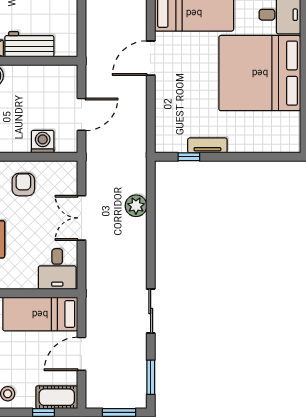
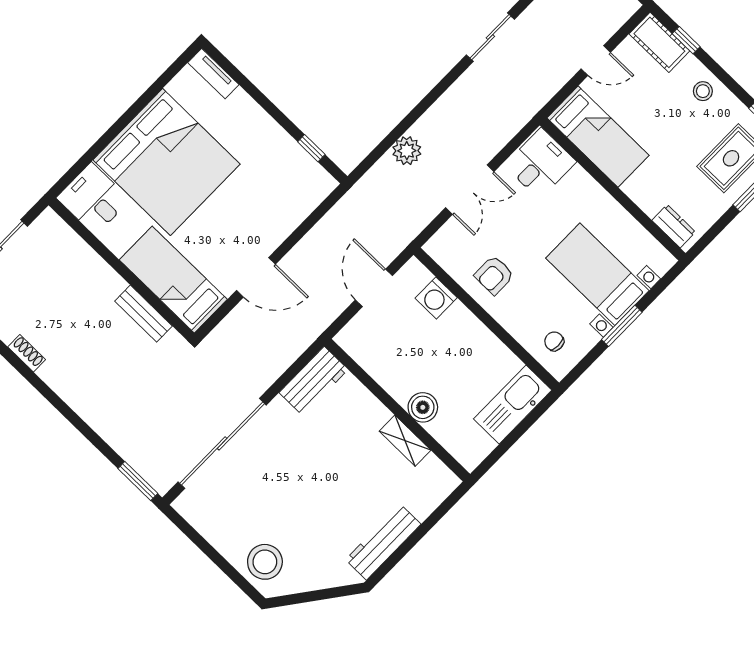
workbench: (29, 44) -> (314, 381), moved, turned -90
door: (82, 114) -> (374, 288), hinge flipped
tv unit: (207, 145) -> (213, 74), moved
door: (82, 354) -> (596, 61), width x0.73

